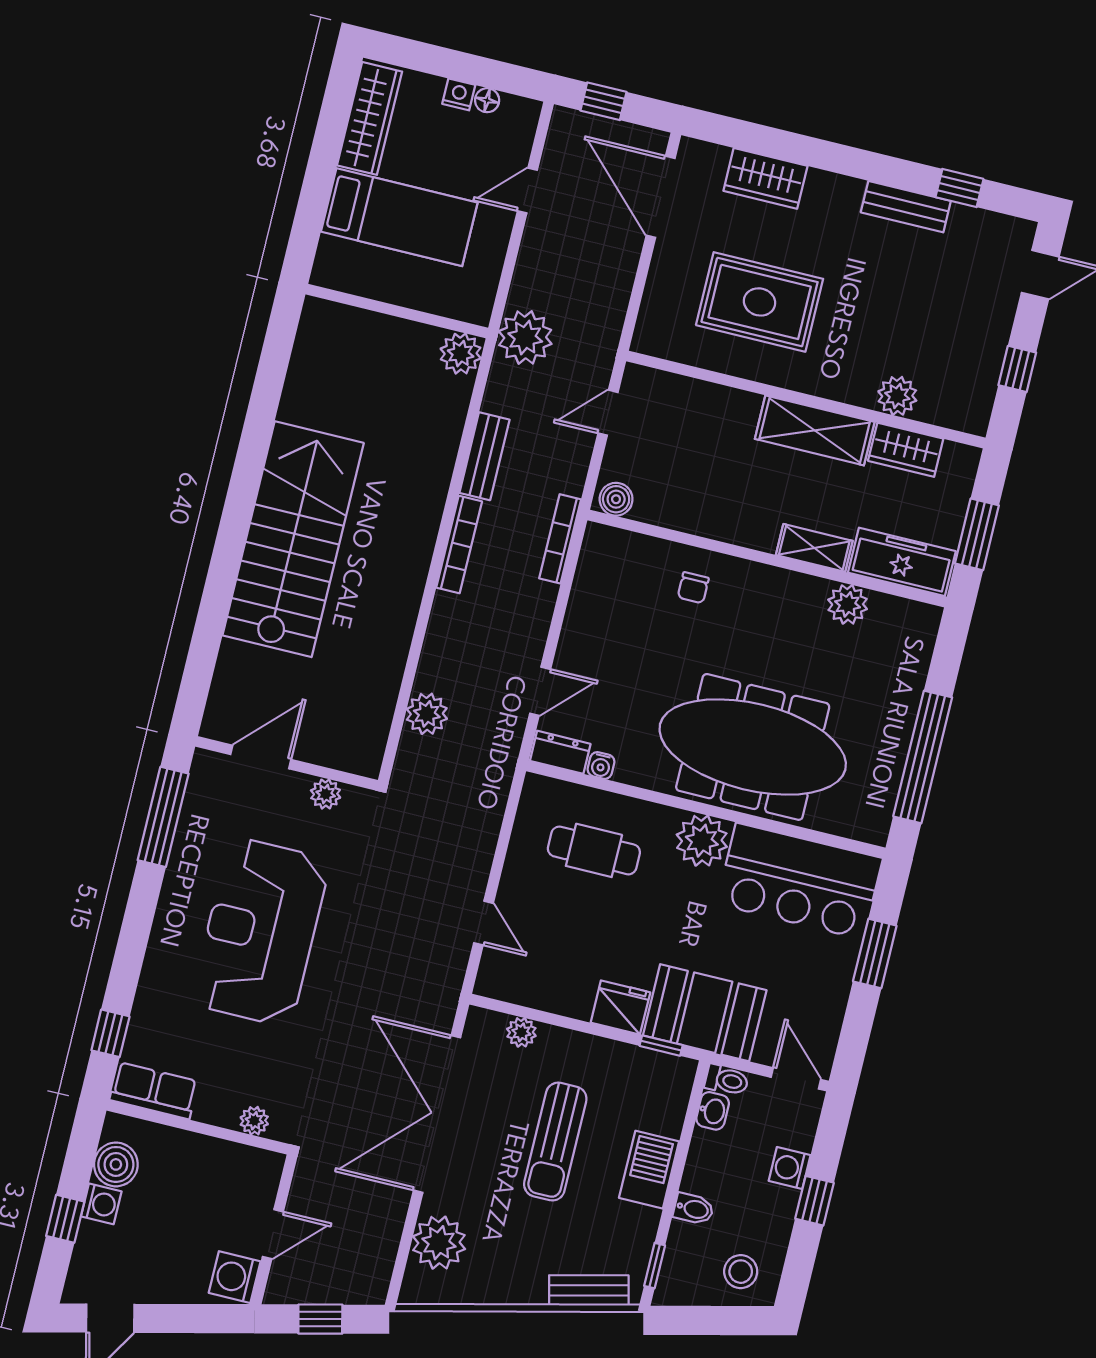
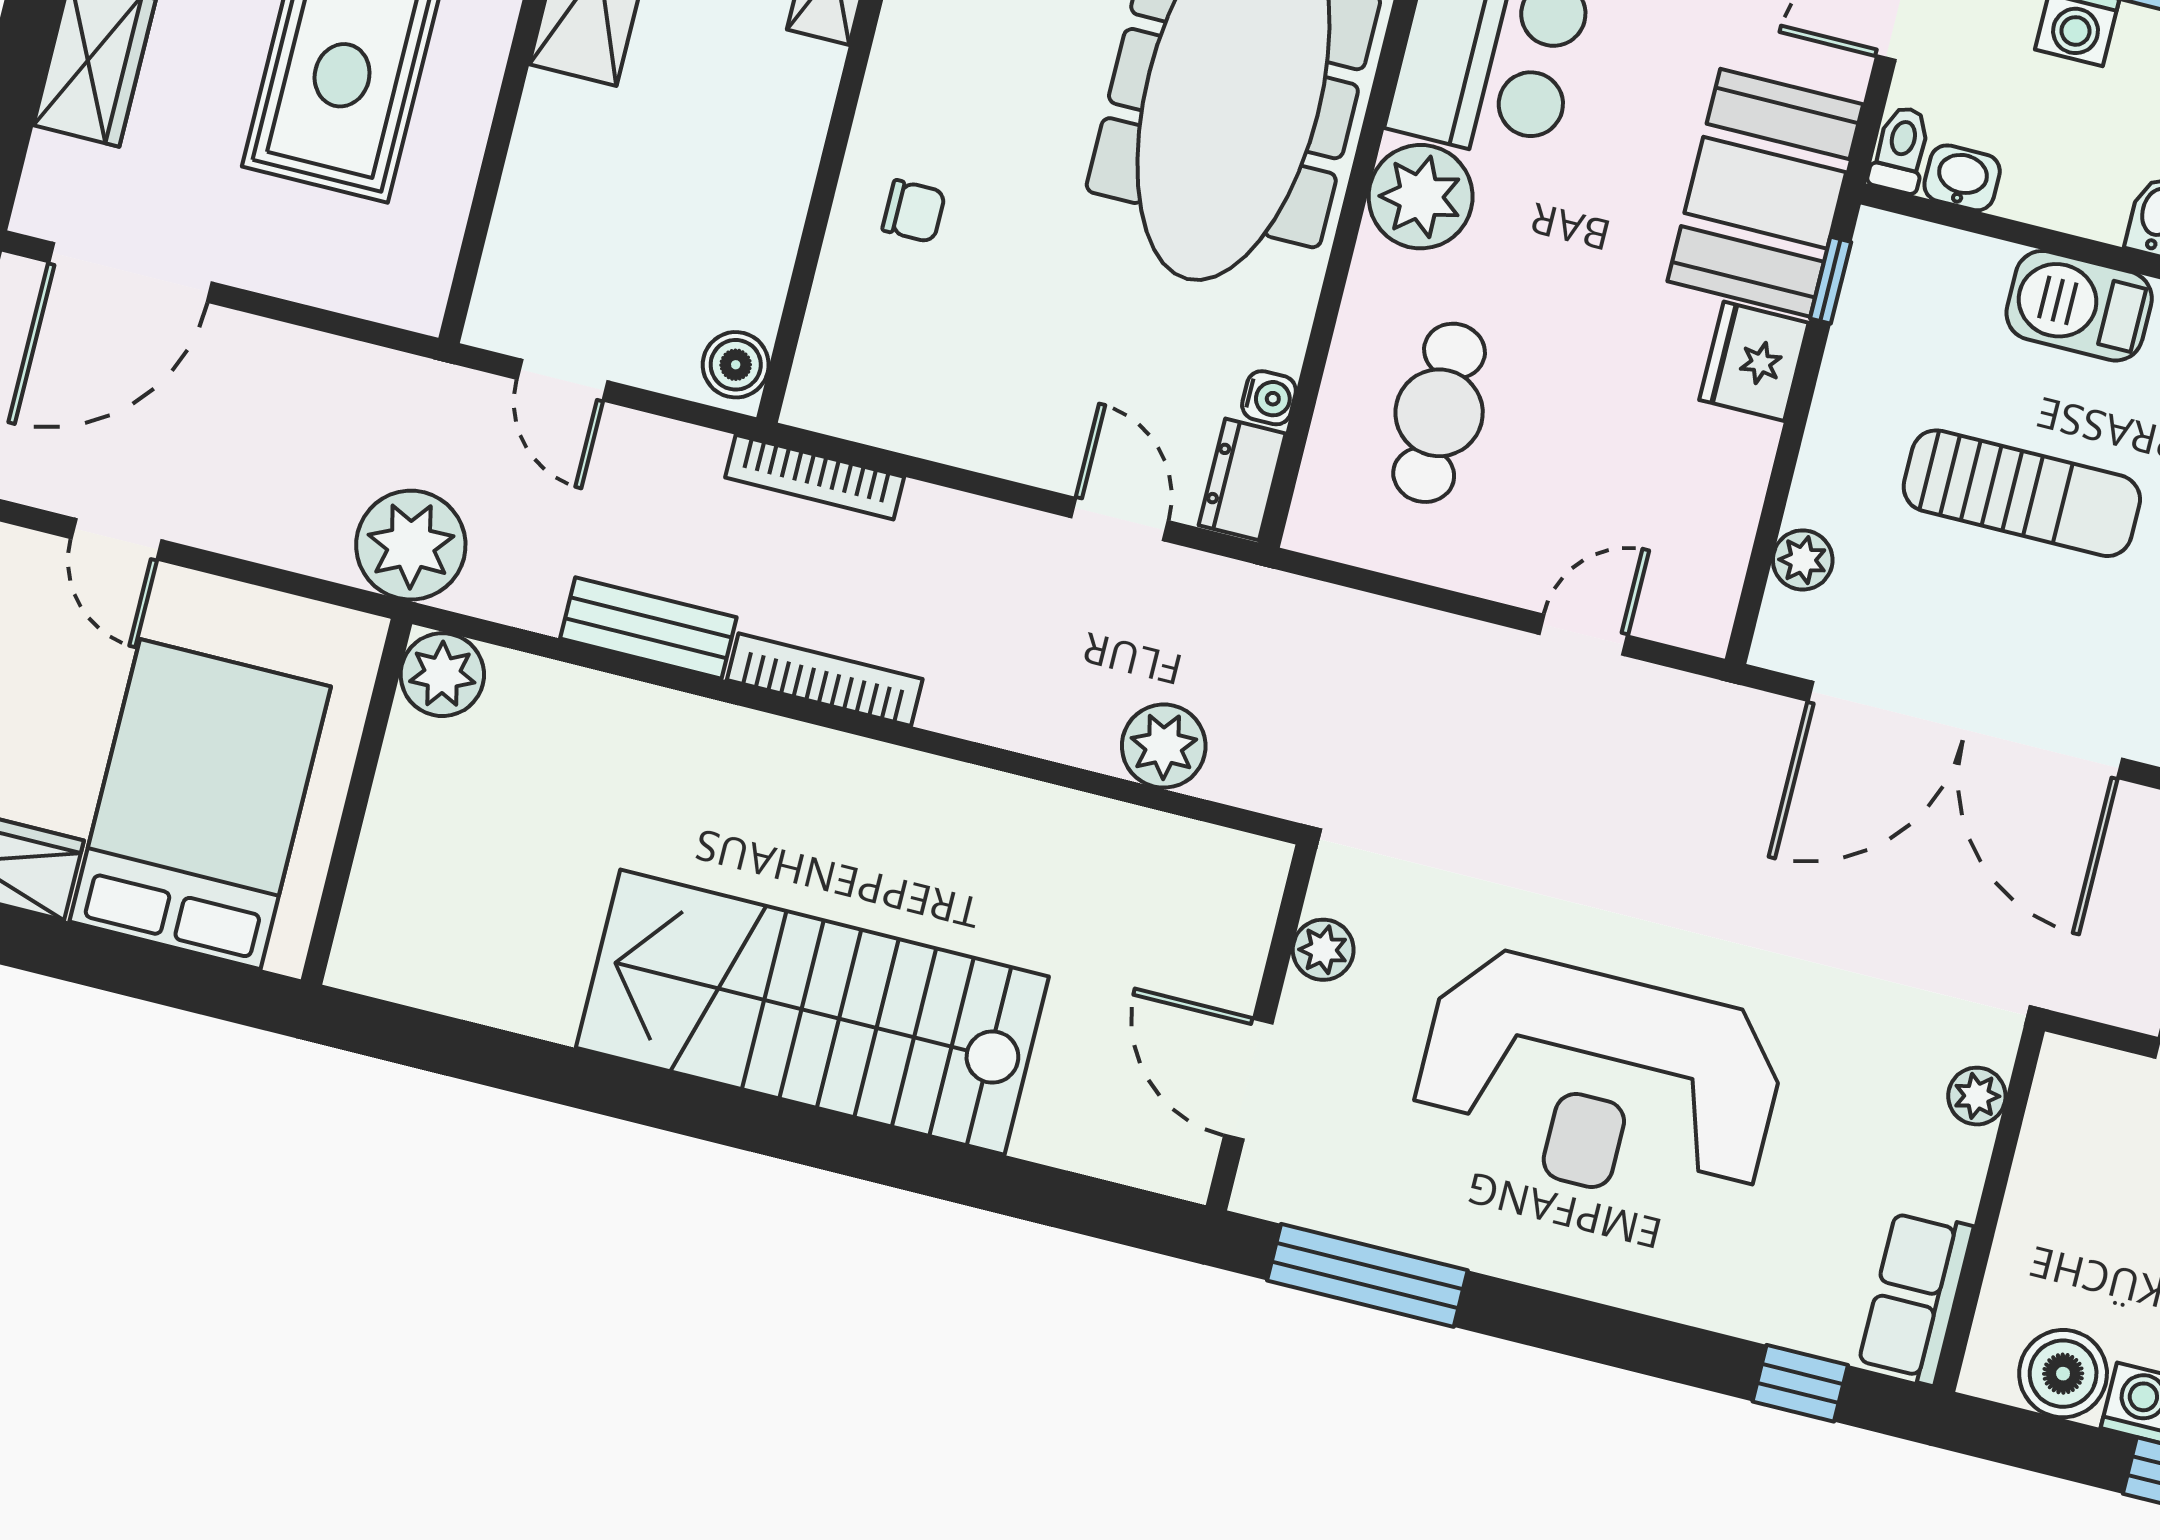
bed: (399, 217) -> (200, 804), width x1.50

